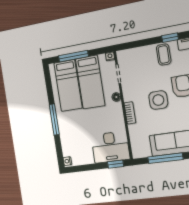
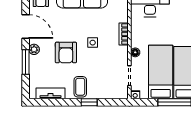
window: (170, 38) -> (89, 102), moved
side table: (158, 100) -> (93, 43), width x0.54, depth x0.54

